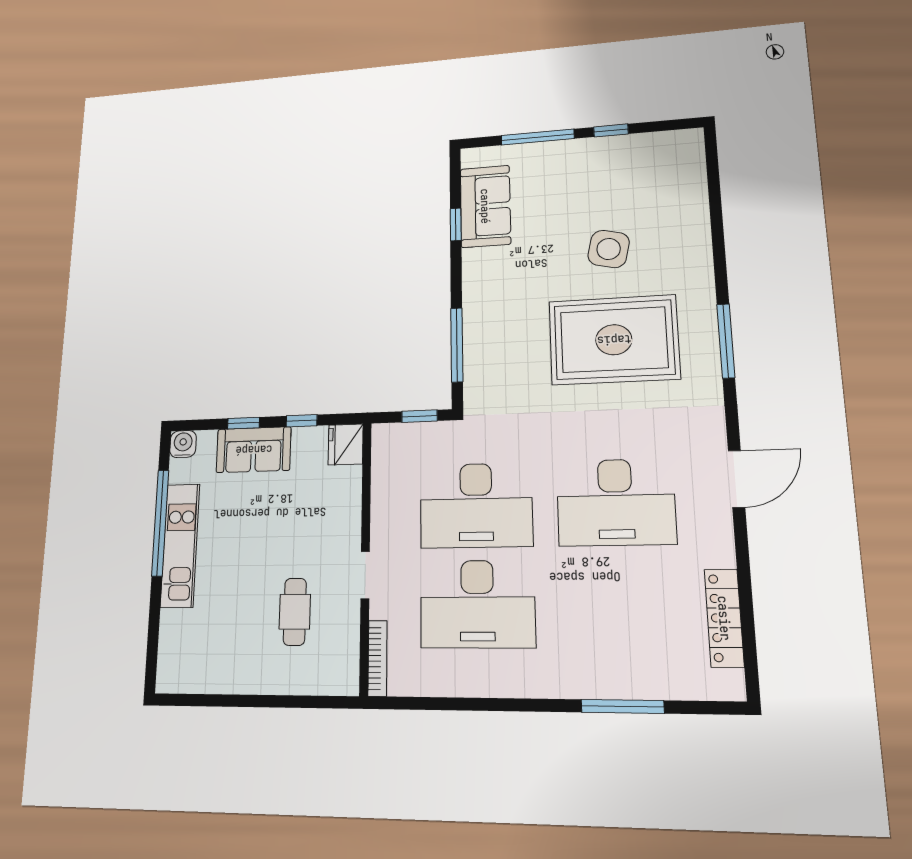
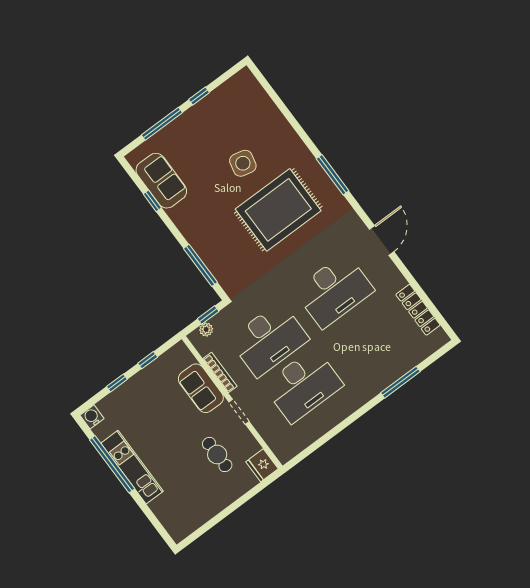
plant: (403, 433) -> (206, 329), added
fridge: (346, 444) -> (262, 465), moved
sofa: (254, 450) -> (201, 388), moved, turned 90
bookcase: (377, 658) -> (220, 373), moved

